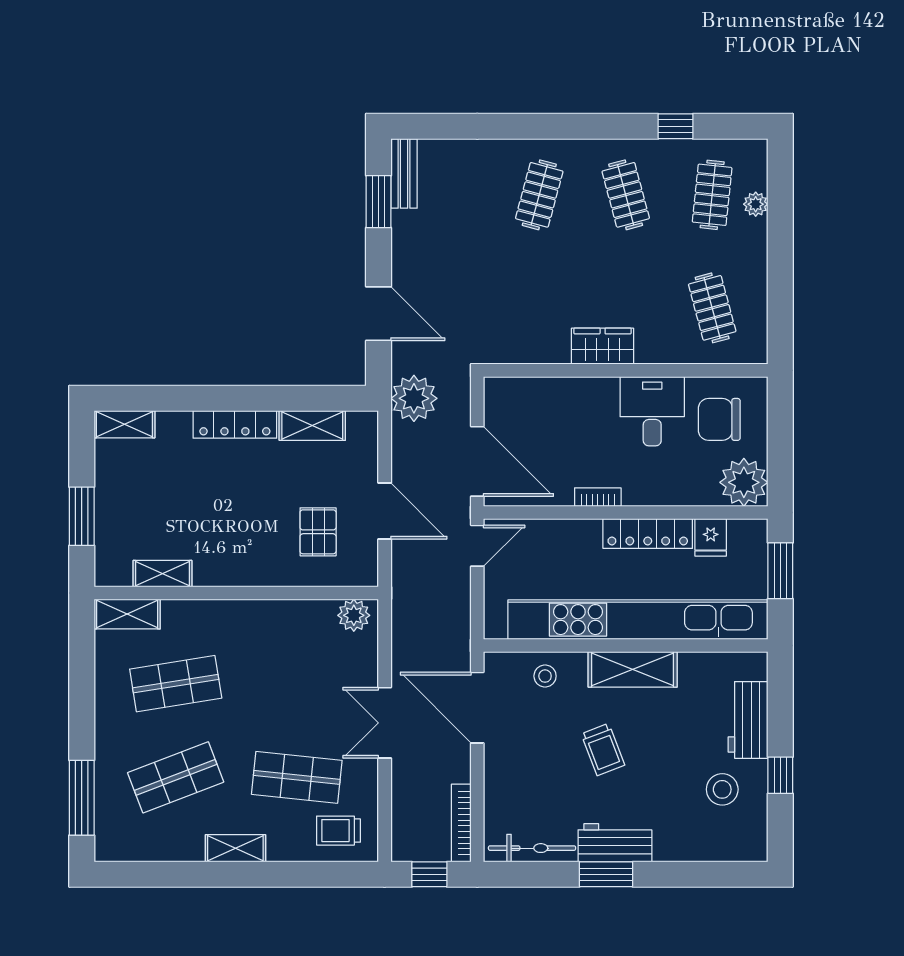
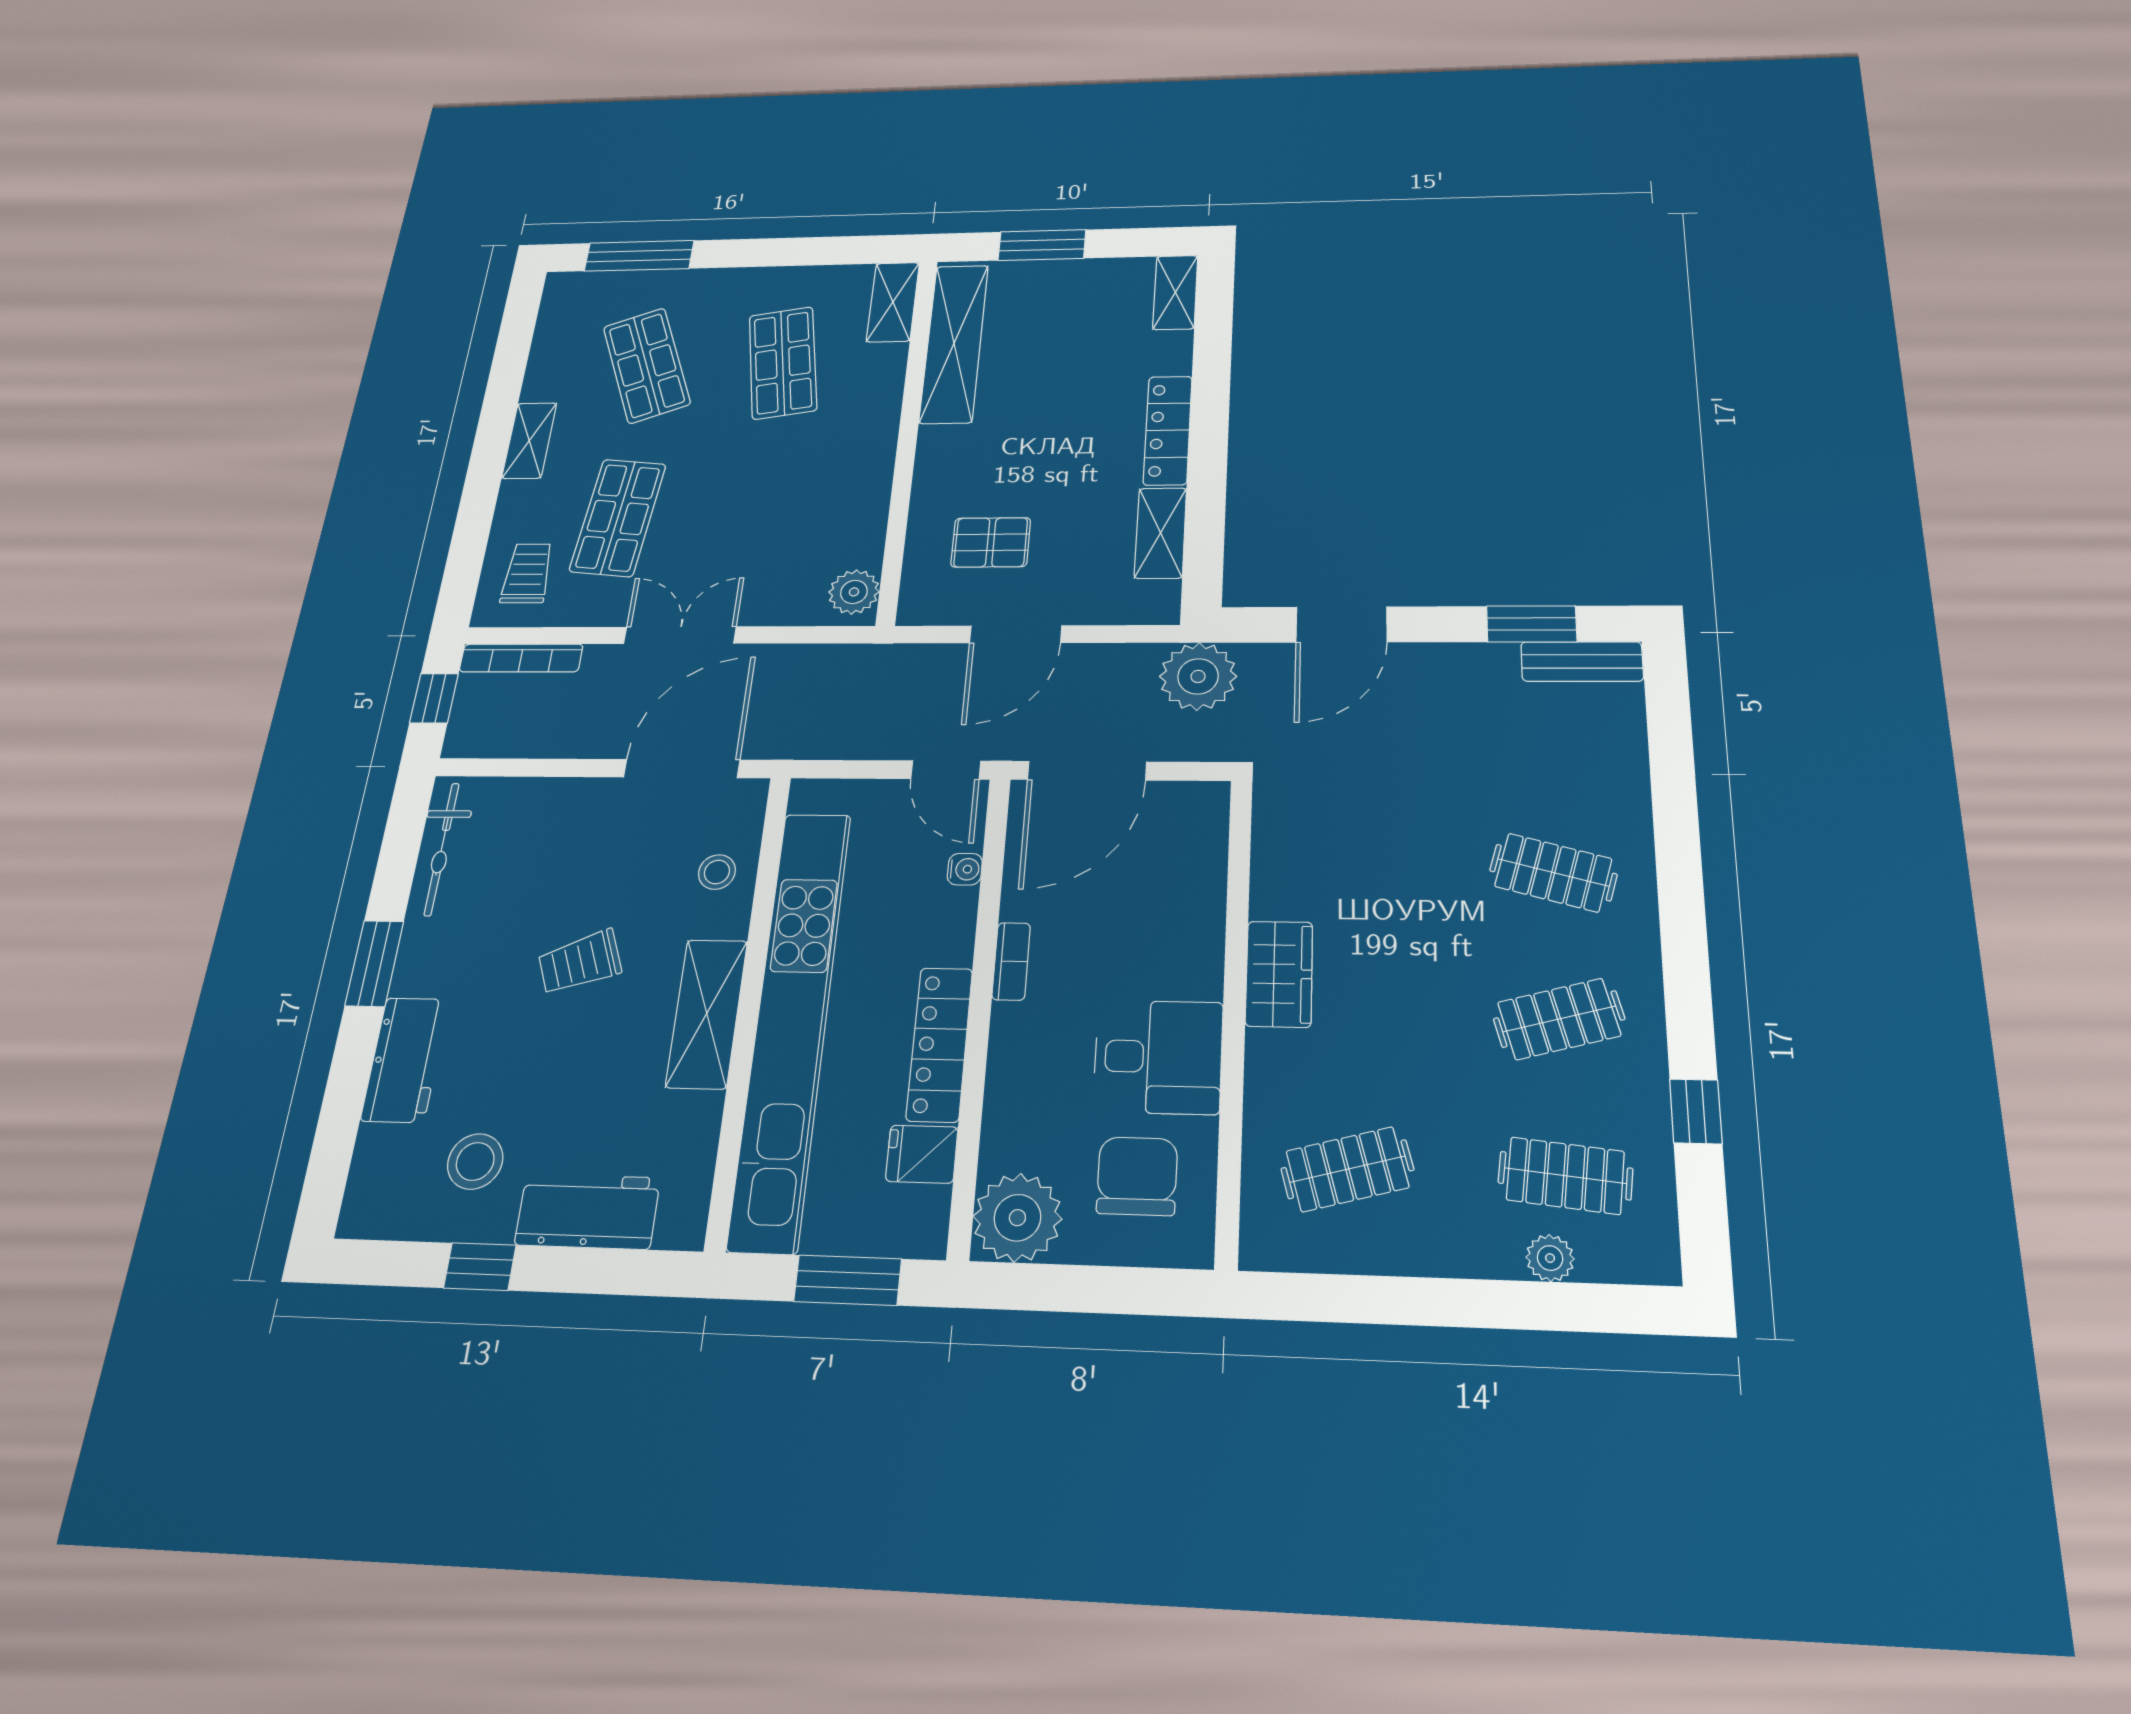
water cooler: (541, 529) -> (965, 869), added
shelving: (163, 574) -> (954, 343), width x2.20, depth x1.33
bookcase: (461, 823) -> (521, 658), moved, turned 180
workbench: (615, 843) -> (405, 1060), moved

